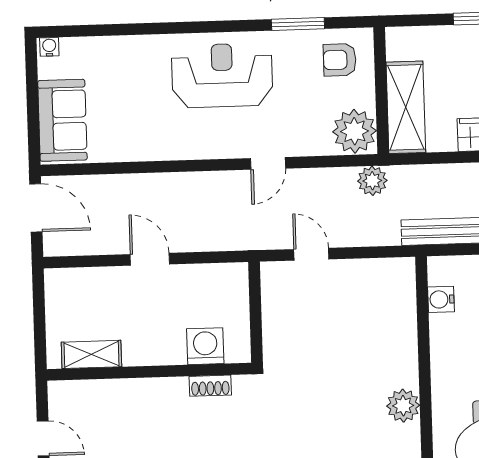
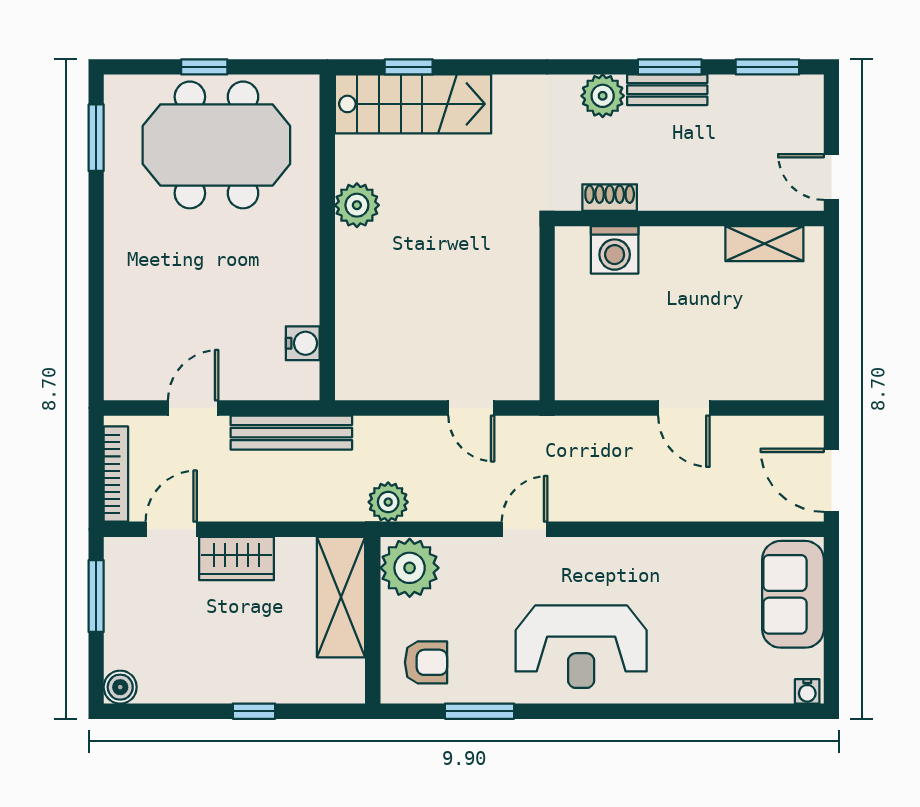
washing machine: (205, 346) -> (615, 250), moved
shelving: (91, 354) -> (764, 244), moved
wall: (149, 372) -> (689, 218), moved
shoe rack: (210, 386) -> (610, 198), moved

